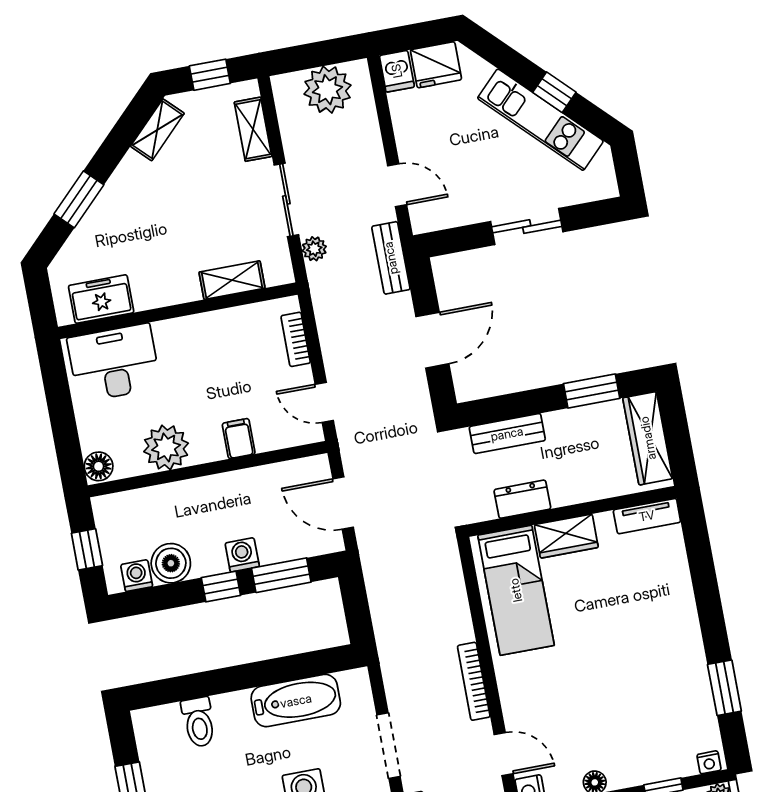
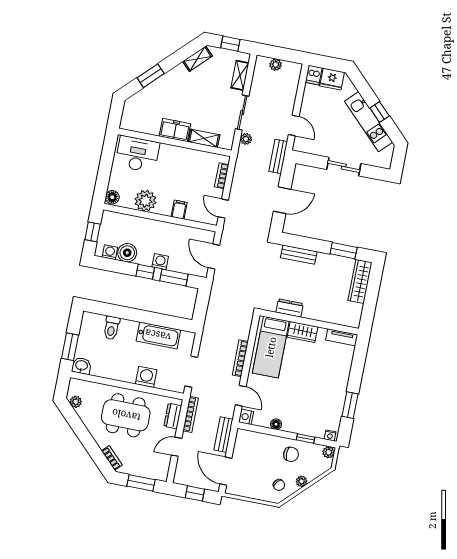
plant: (328, 90) -> (276, 65), width x0.53, depth x0.53
freezer: (101, 299) -> (175, 130), moved
dresser: (522, 499) -> (290, 308), moved
wall: (572, 511) -> (309, 322), moved
tv unit: (647, 516) -> (342, 337), moved
wardrobe: (566, 536) -> (303, 332), moved
bed: (516, 590) -> (271, 347), moved

